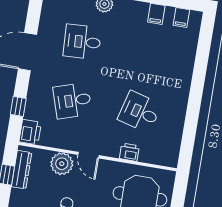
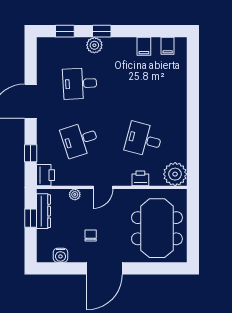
plant: (167, 154) -> (175, 174), added
door: (88, 155) -> (103, 187), hinge flipped
plant: (62, 164) -> (75, 194), width x0.53, depth x0.53

